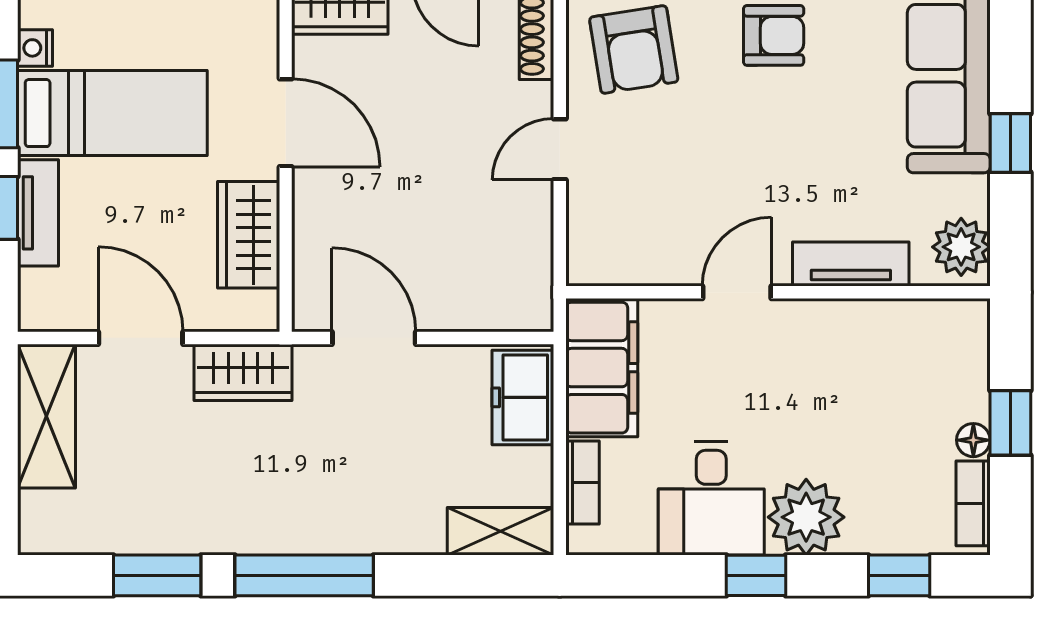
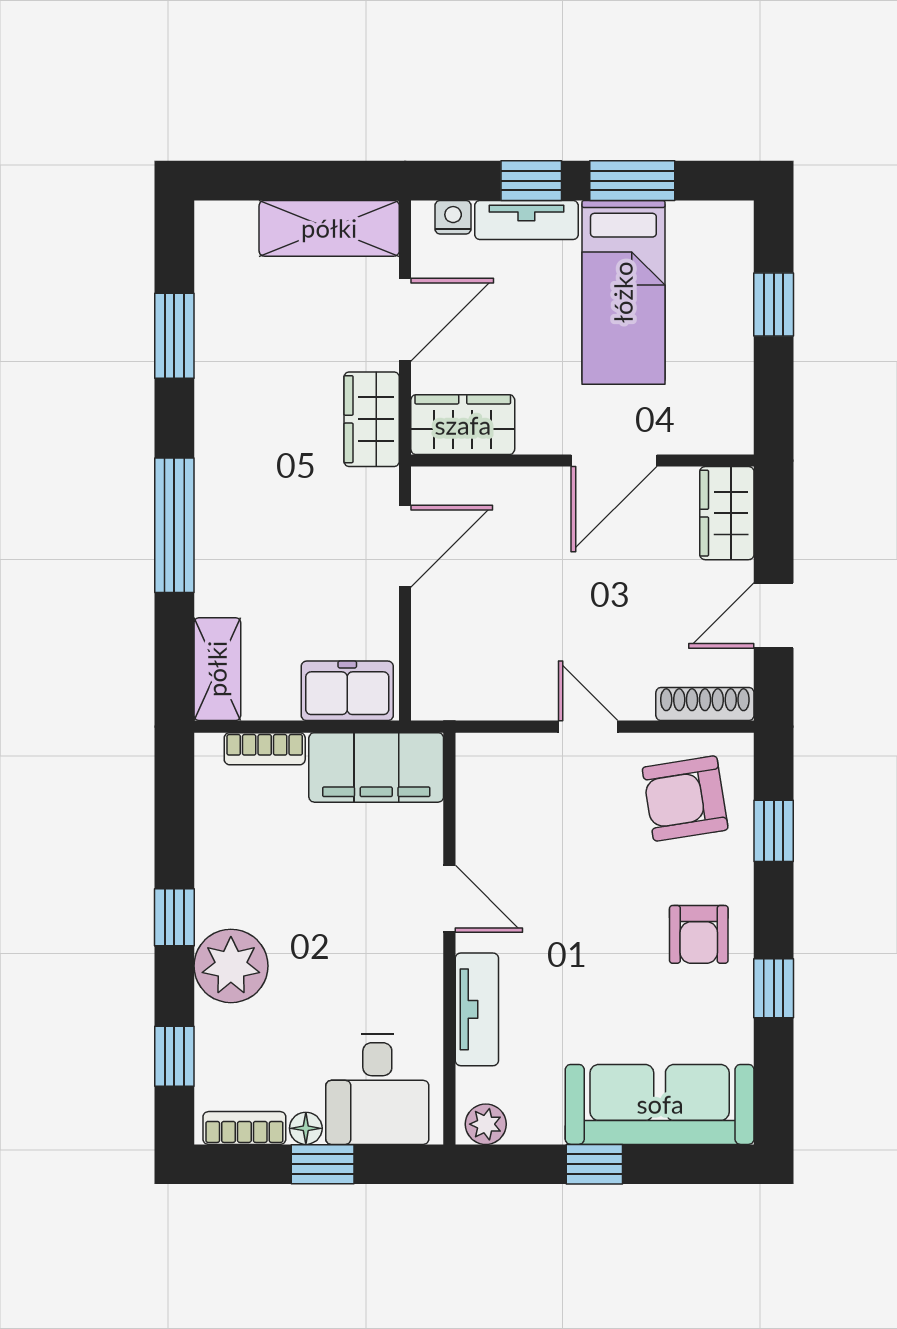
nightstand: (35, 48) -> (453, 217), moved
wardrobe: (249, 235) -> (463, 425), moved
plant: (961, 247) -> (486, 1124), width x0.73, depth x0.73
desk: (711, 498) -> (377, 1089), moved, turned -90
window: (304, 575) -> (174, 525), moved

